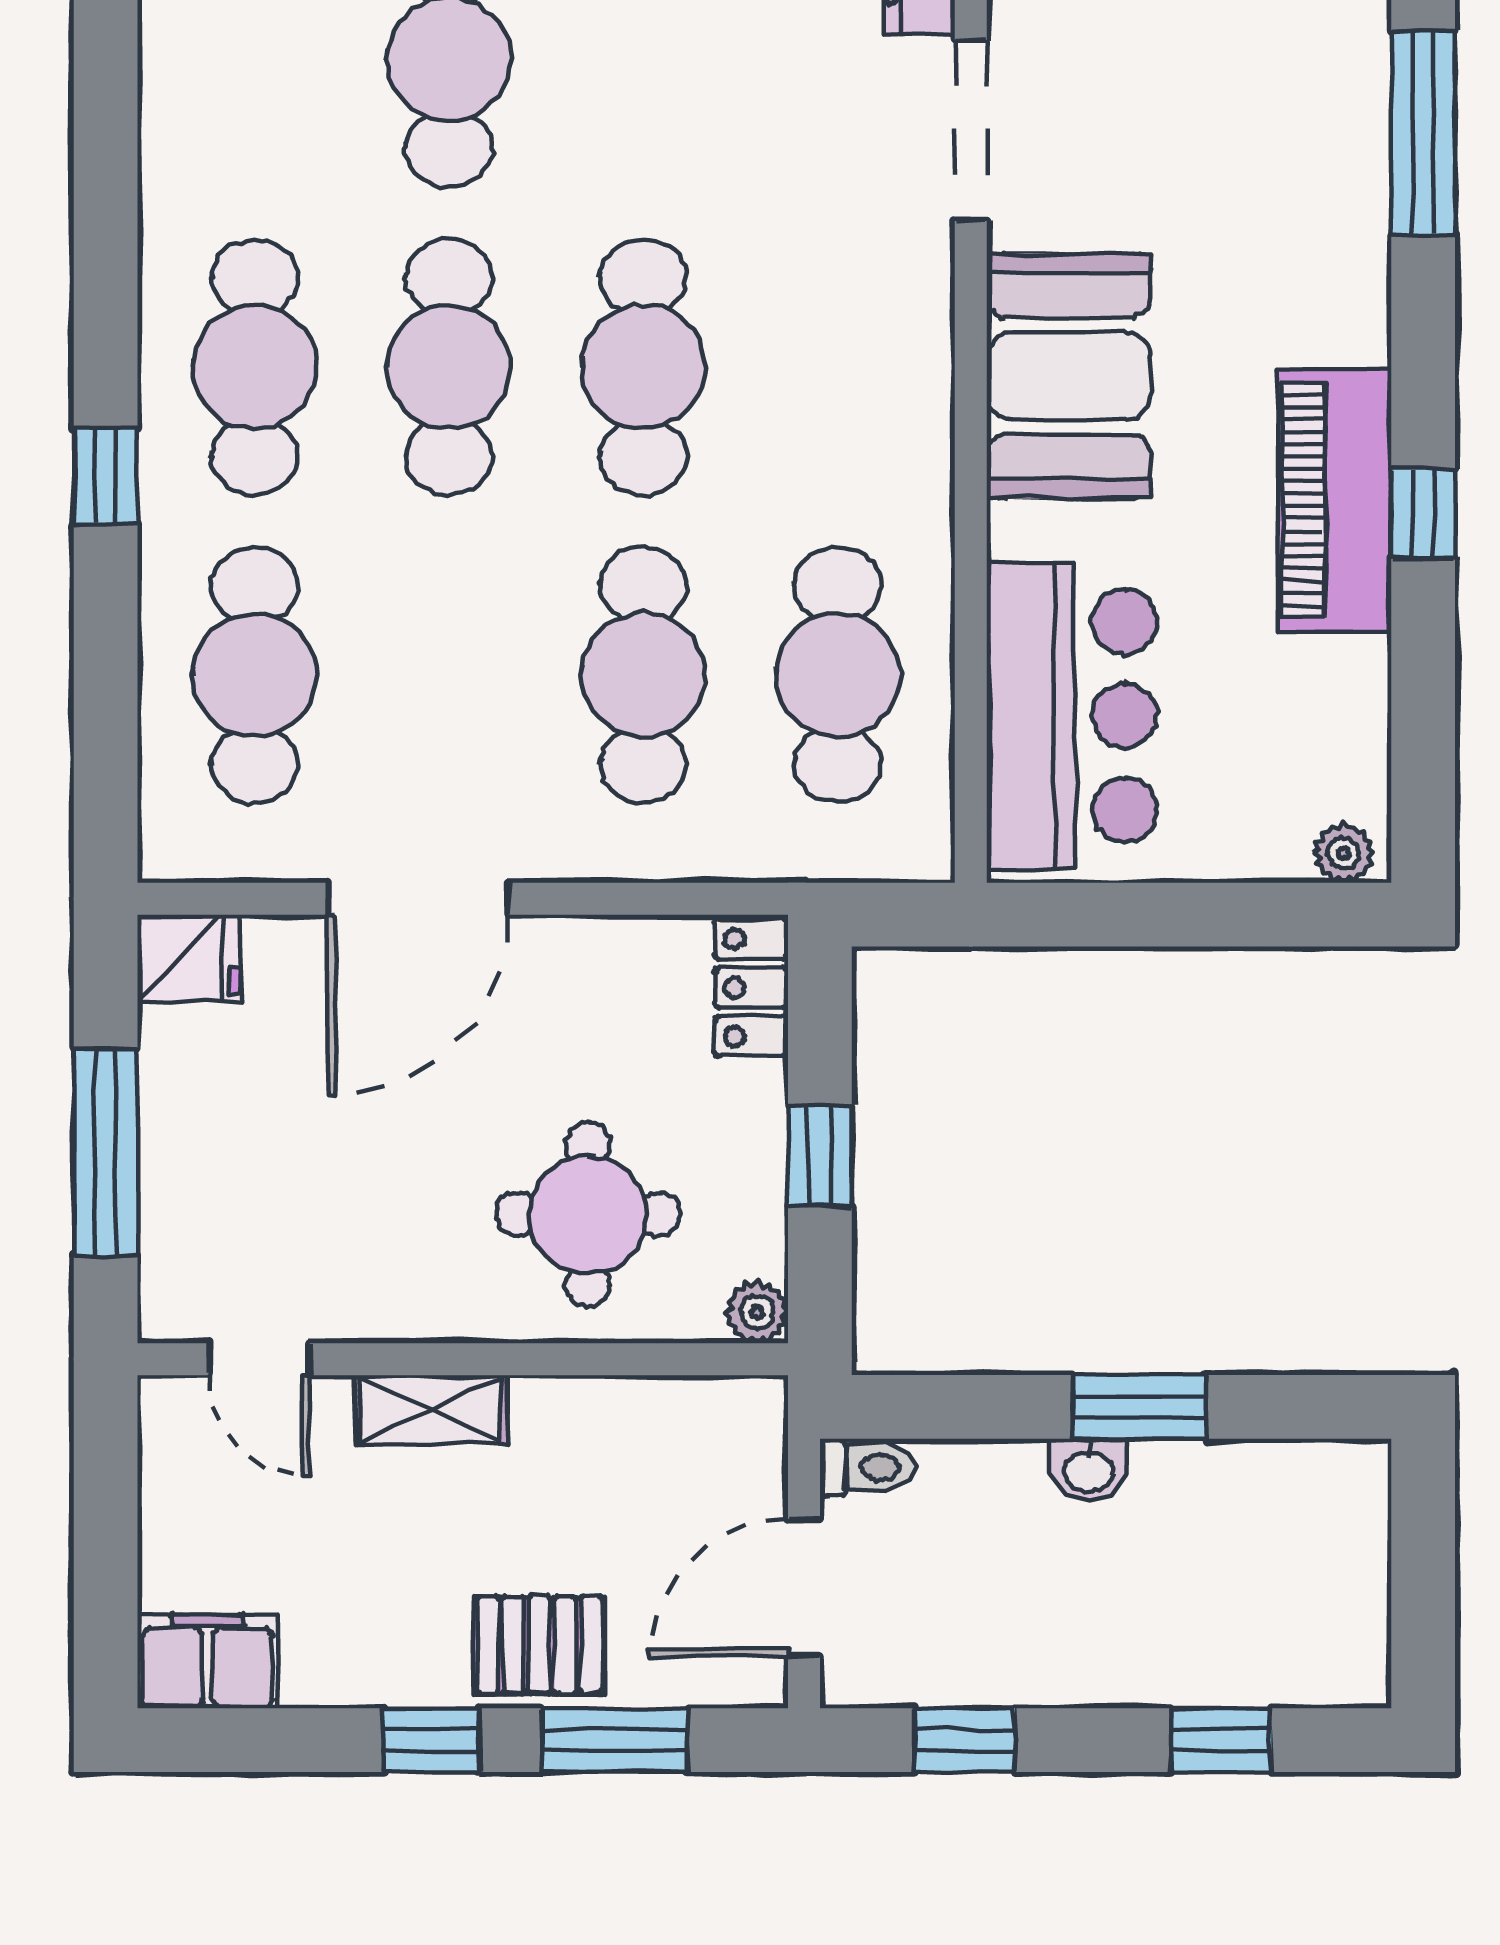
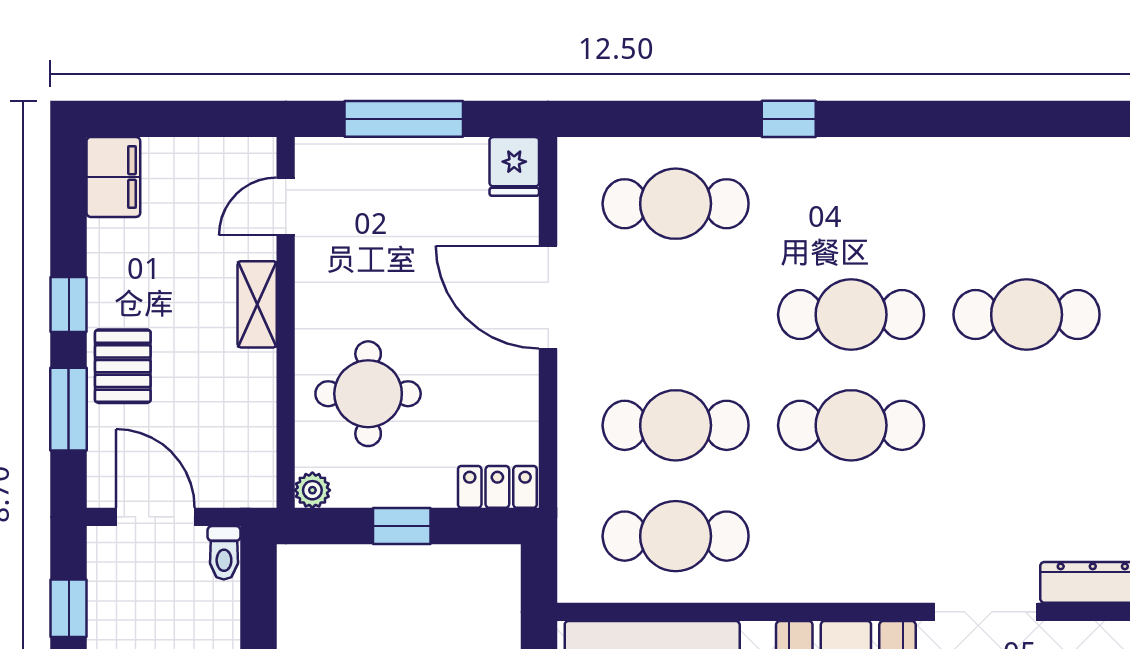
cafe table: (254, 367) -> (851, 204), removed

